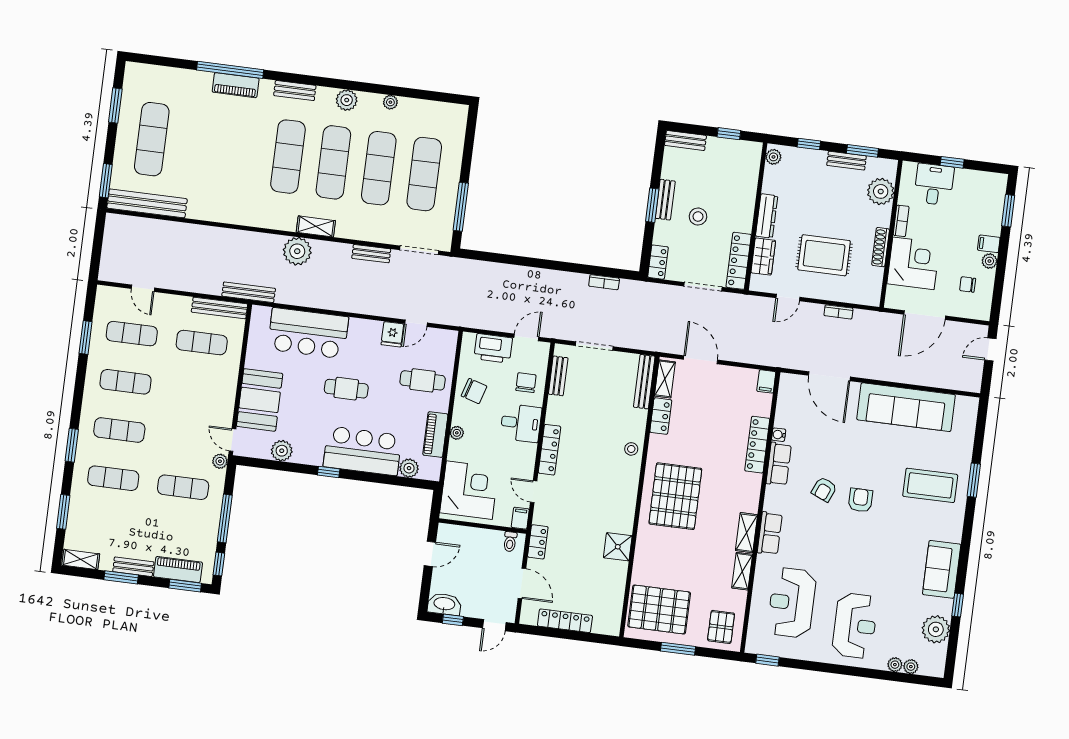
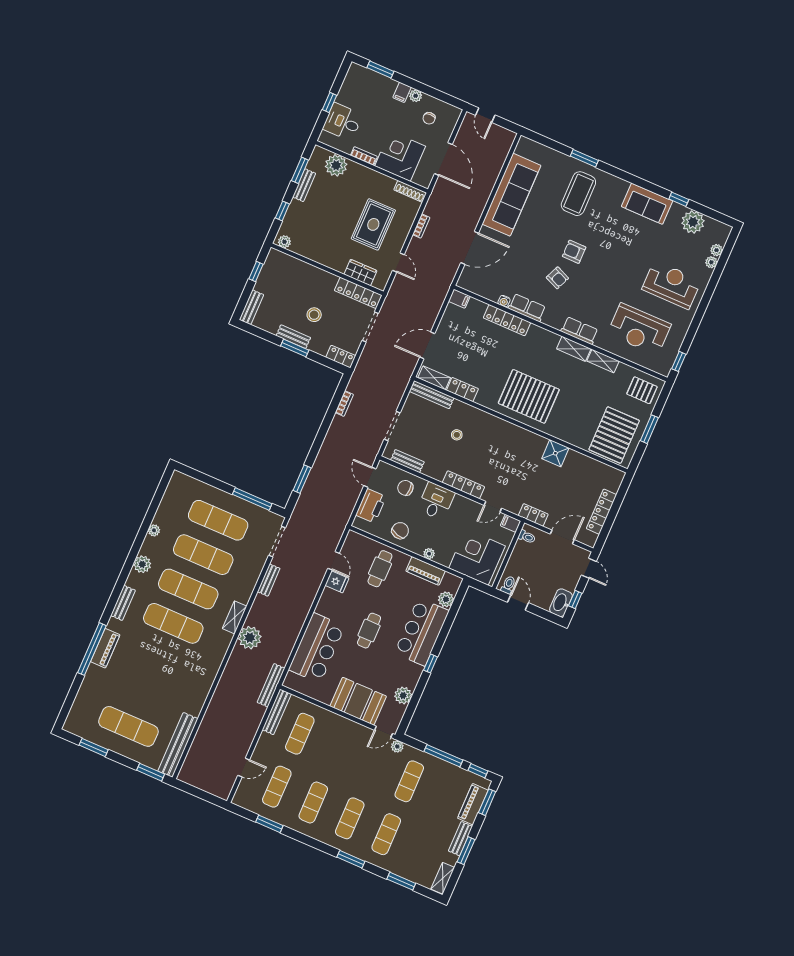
dresser: (767, 216) -> (329, 261), removed
shoe rack: (881, 247) -> (410, 191), moved
window: (501, 258) -> (302, 479), added
stool: (631, 449) -> (457, 435), moved
toilet: (447, 536) -> (508, 585), added

